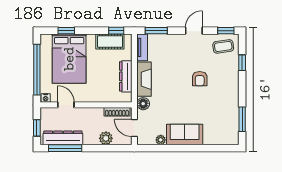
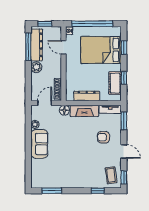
window: (116, 31) -> (124, 78), moved
armchair: (200, 79) -> (103, 137), moved
door: (66, 105) -> (63, 47), swing flipped
plant: (106, 138) -> (36, 67), moved

